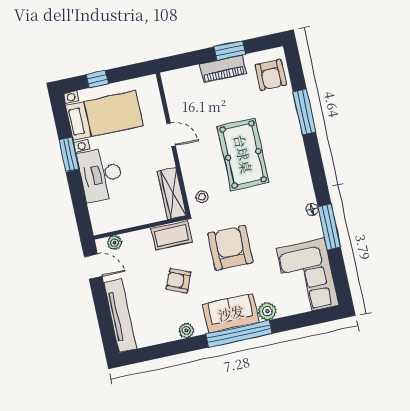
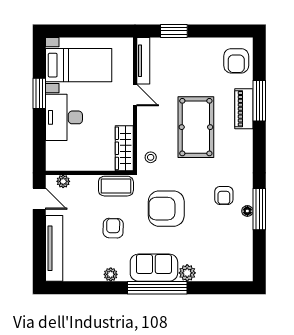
window: (230, 50) -> (174, 31), moved
piano: (223, 69) -> (244, 109), moved, turned 90
window: (97, 79) -> (79, 31), removed
tv unit: (172, 96) -> (143, 61), added
floor lamp: (312, 209) -> (247, 211), moved
armchair: (289, 221) -> (224, 195), added
armchair: (230, 248) -> (166, 209), turned -90
corner sofa: (308, 277) -> (230, 250), removed
armchair: (178, 281) -> (113, 228), turned 68

